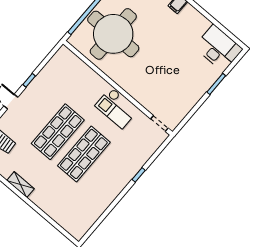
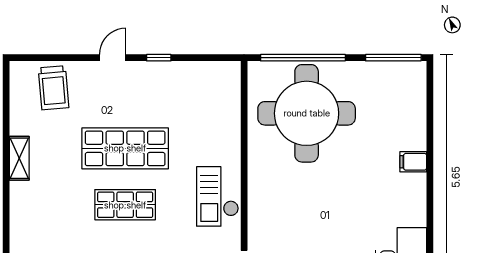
shop shelf: (84, 154) -> (125, 205), width x0.70, depth x0.74

